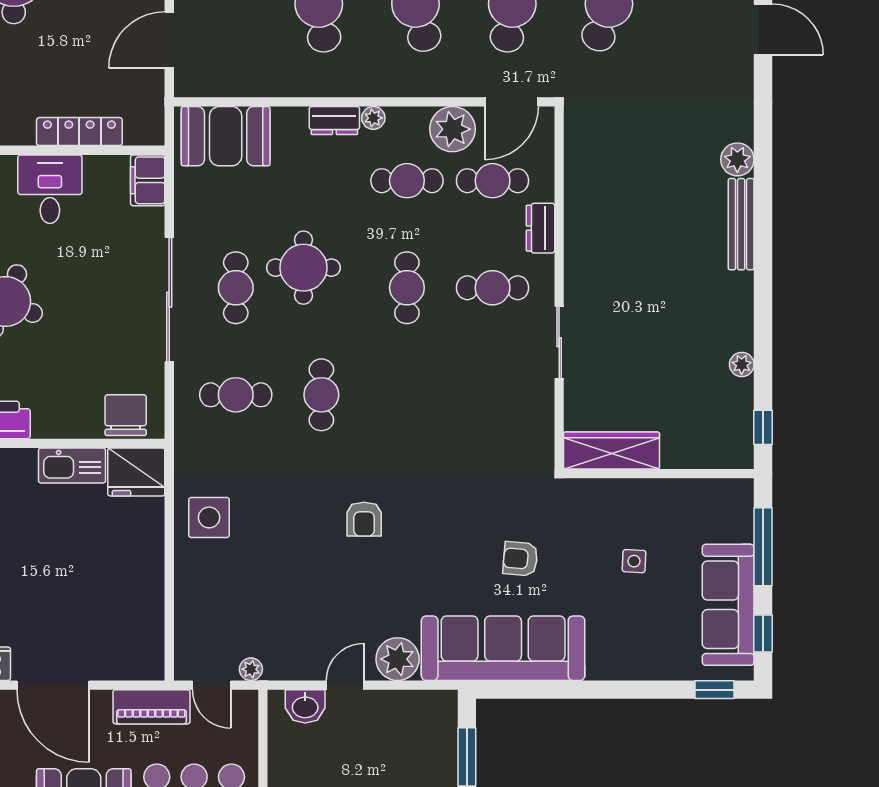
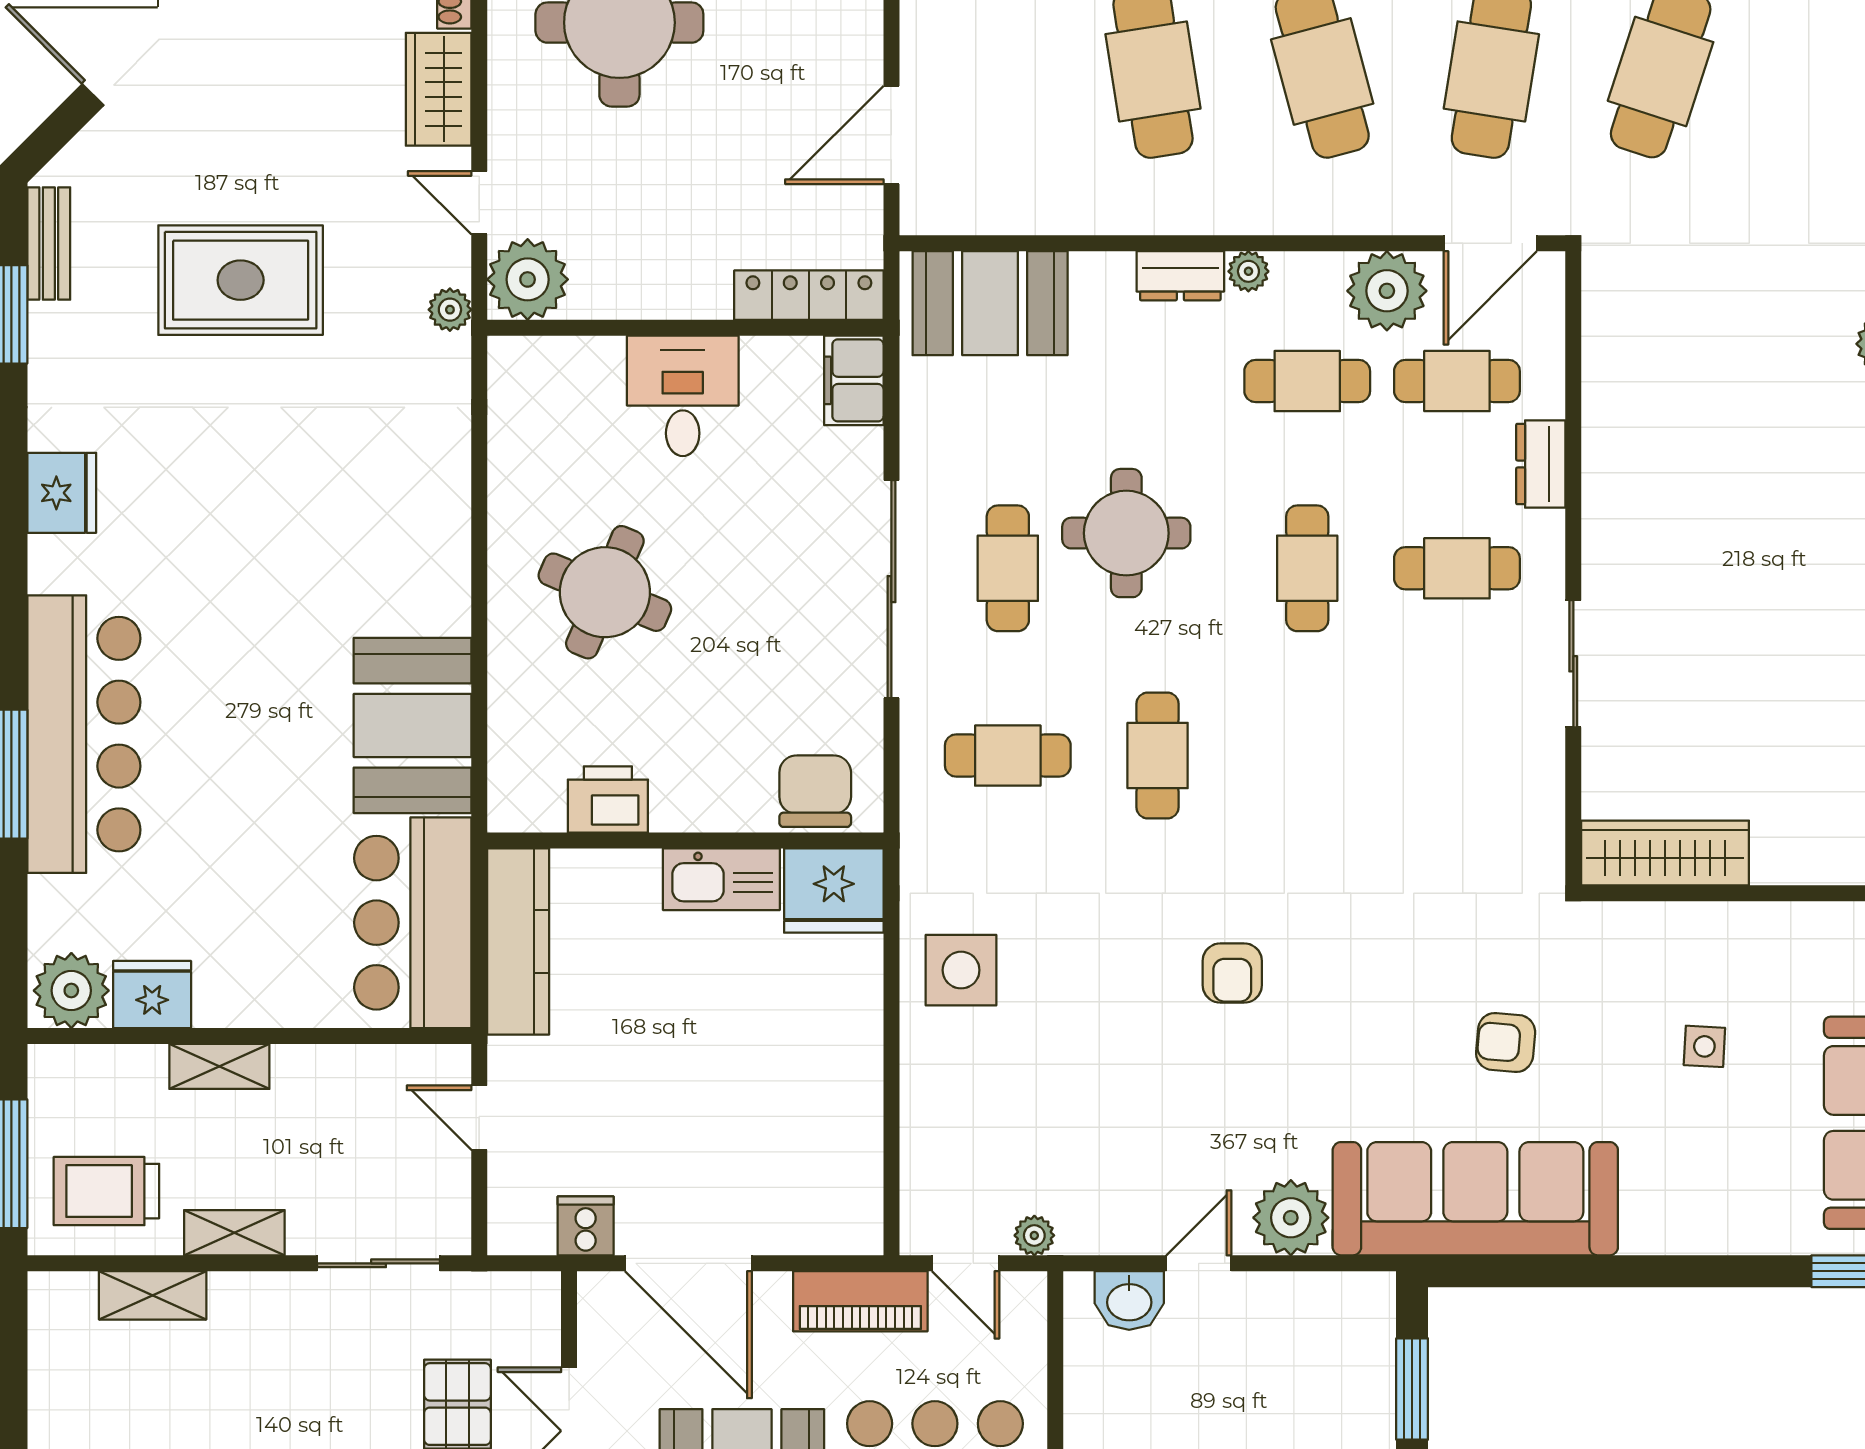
locker: (79, 132) -> (809, 295), moved

